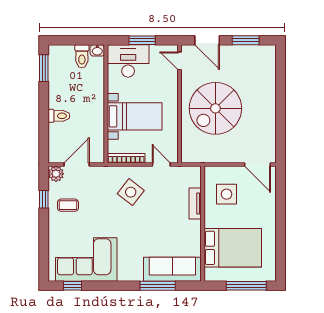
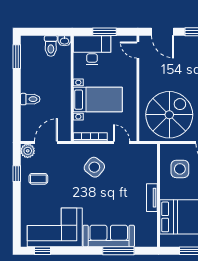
spiral stairs: (215, 108) -> (169, 115), moved, turned 180
tv unit: (195, 204) -> (152, 198), moved
sofa: (172, 269) -> (109, 236), moved

